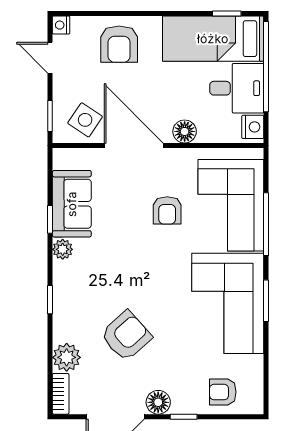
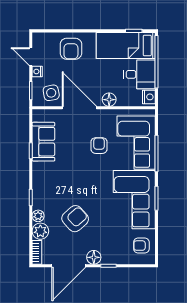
nightstand: (61, 25) -> (37, 72), moved
side table: (85, 120) -> (51, 93), turned 45
armchair: (167, 210) -> (99, 146), turned 180
plant: (63, 249) -> (38, 216), moved
armchair: (223, 392) -> (141, 246), moved

